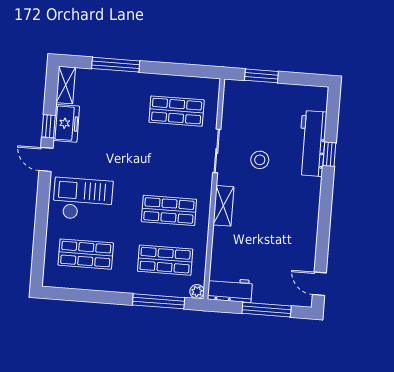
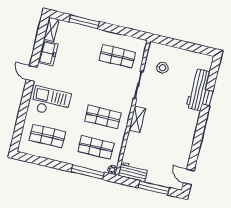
window: (261, 76) -> (173, 43), removed
window: (48, 126) -> (37, 53), removed
stool: (260, 160) -> (162, 68), moved

